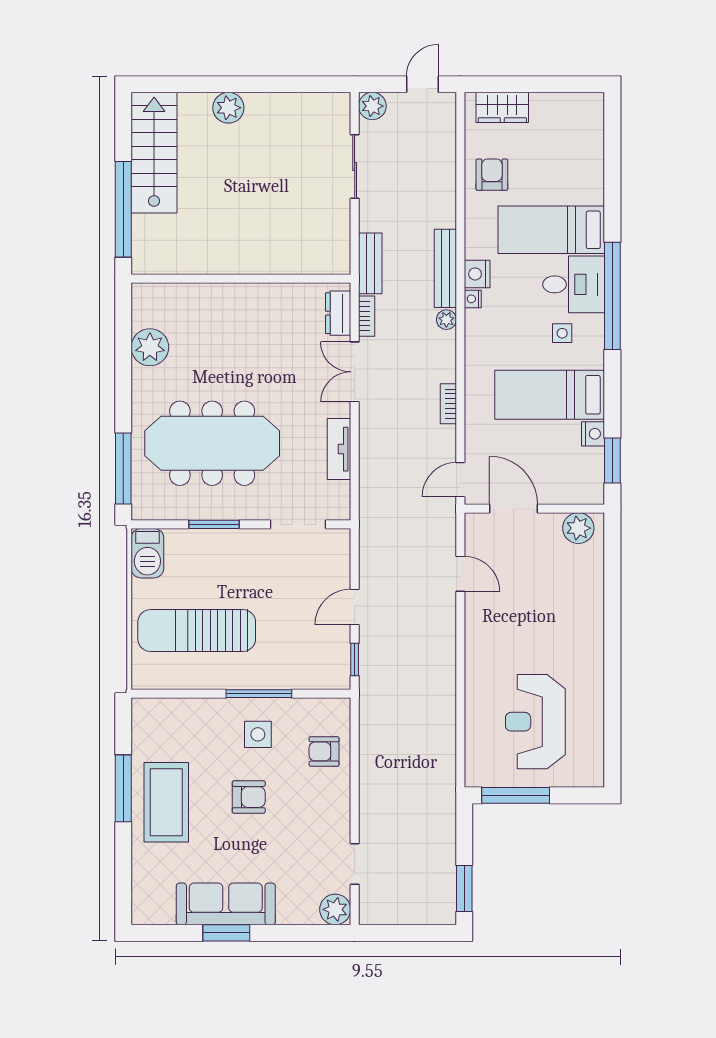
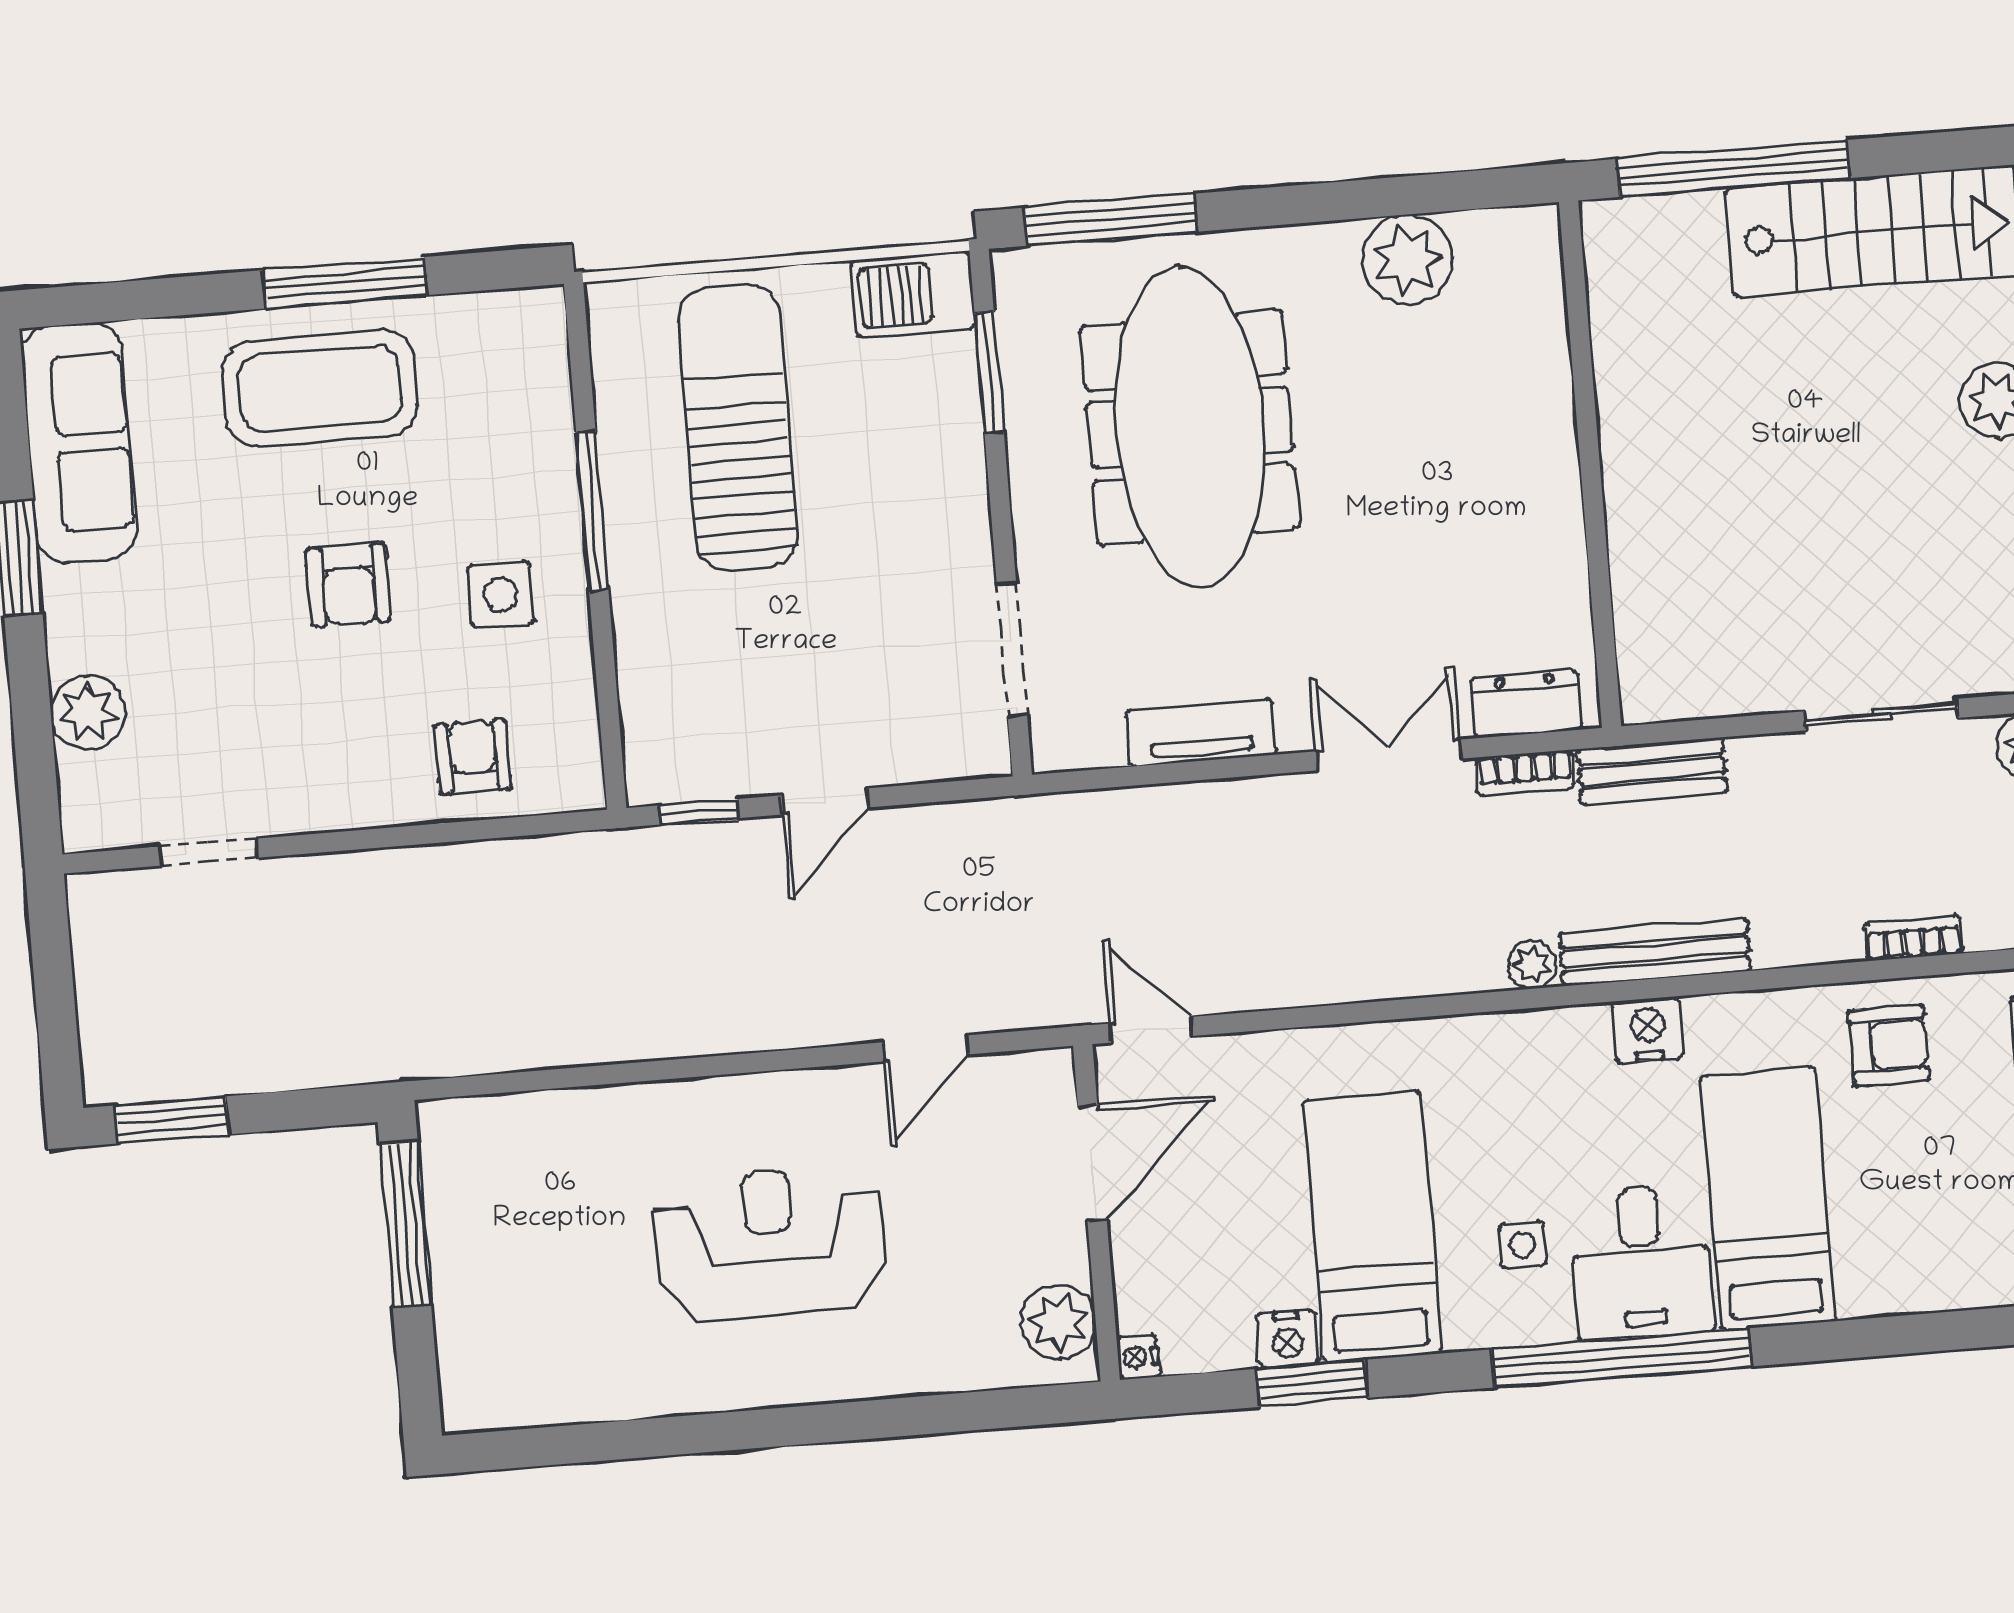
nightstand: (473, 299) -> (1138, 1357), moved, turned -90
bookcase: (448, 404) -> (1913, 938), moved
window: (612, 461) -> (1312, 1383), moved
window: (214, 524) -> (989, 372), moved
door: (355, 607) -> (825, 801), swing flipped
window: (259, 694) -> (592, 511), moved
reception desk: (535, 722) -> (770, 1244), moved
sofa: (226, 904) -> (79, 443), moved
plant: (335, 909) -> (88, 712), moved

